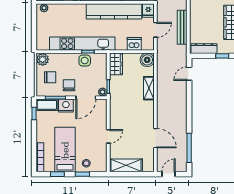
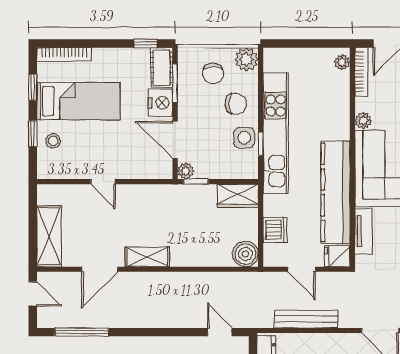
chair: (69, 85) -> (236, 104), moved
shelving: (149, 88) -> (147, 257), moved
shelving: (126, 165) -> (49, 236), moved

